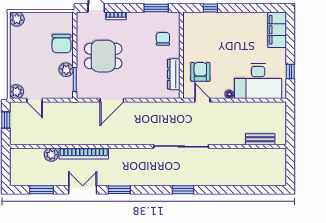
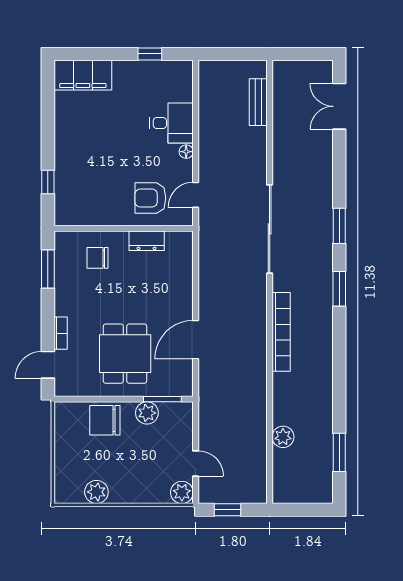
plant: (17, 19) -> (96, 492), moved
chair: (62, 44) -> (105, 420), turned 180
dresser: (174, 74) -> (147, 241), width x0.70
desk: (258, 81) -> (172, 123), width x0.53, depth x0.77
door: (35, 100) -> (196, 464), hinge flipped
door: (112, 100) -> (196, 340), swing flipped
bookcase: (84, 154) -> (281, 332), moved
double door: (83, 190) -> (339, 106), moved
window: (119, 190) -> (339, 289), moved

